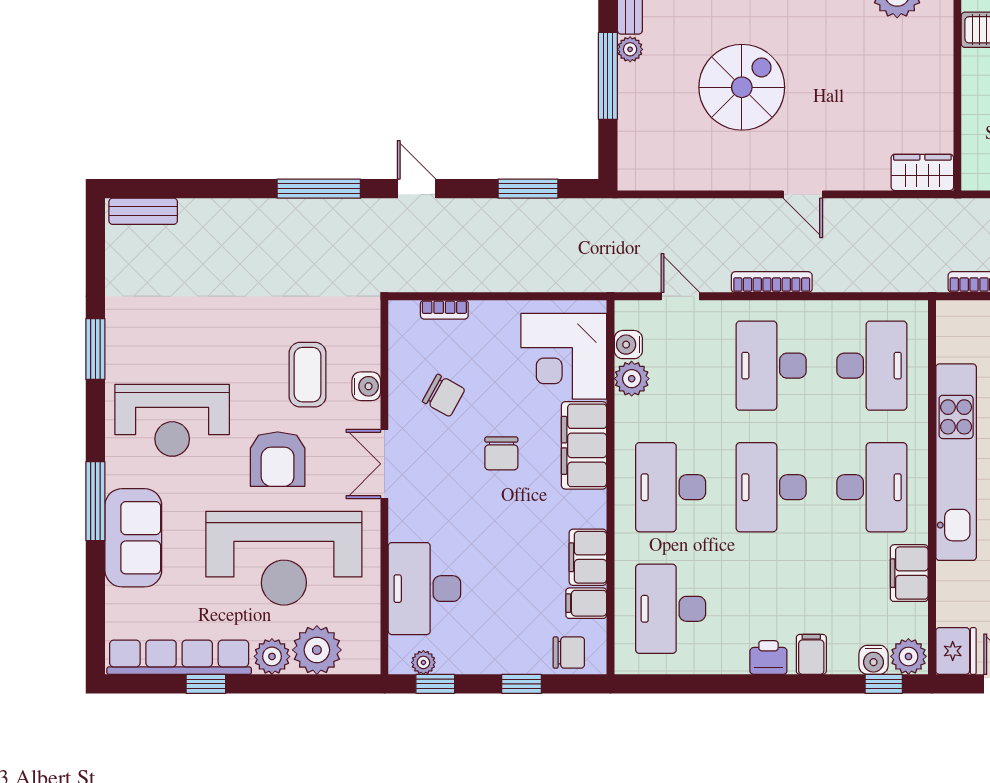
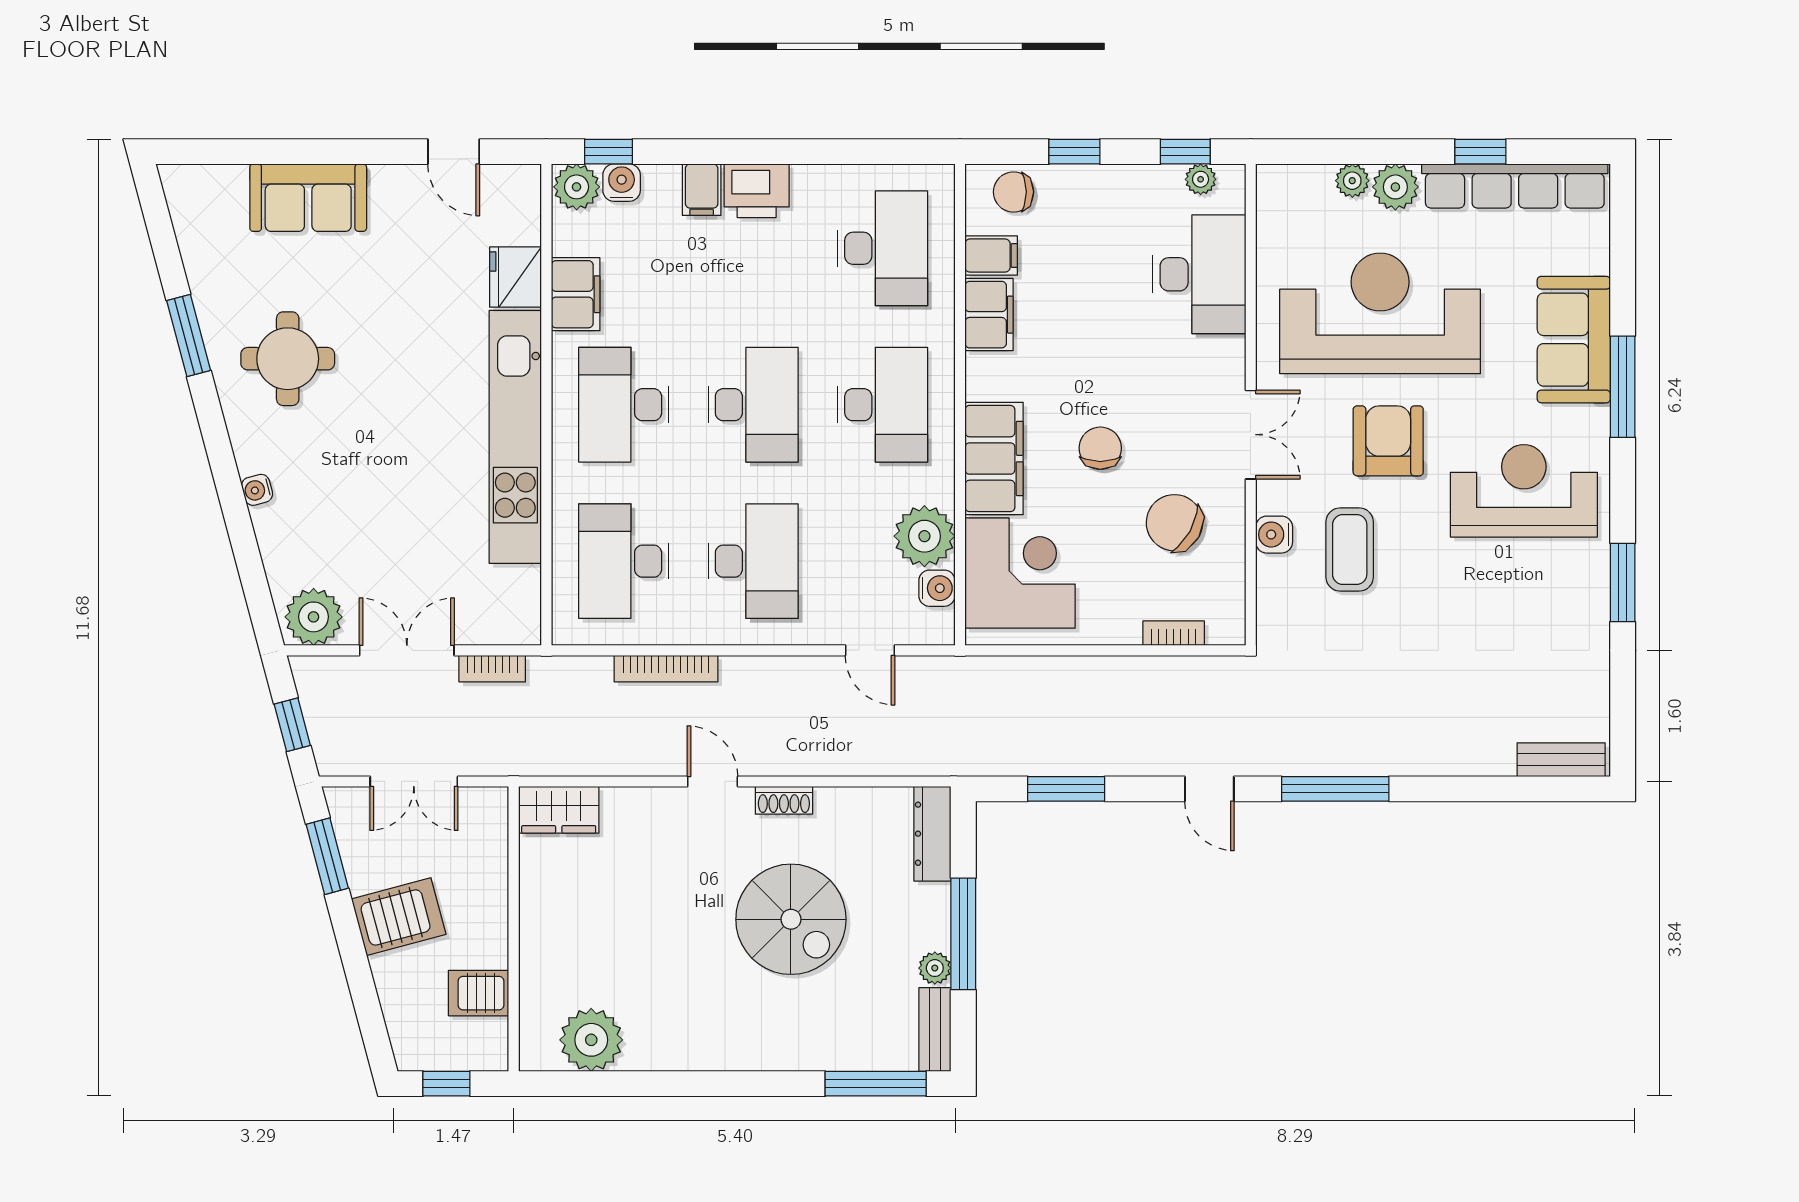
spiral stairs: (742, 87) -> (791, 919), turned -90
dresser: (632, 154) -> (932, 834), added
shoe rack: (747, 180) -> (784, 800), added
bookcase: (772, 282) -> (666, 669), moved
plant: (632, 379) -> (924, 536), width x1.36, depth x1.36
chair: (444, 395) -> (1174, 523), width x1.37, depth x1.37
plant: (317, 650) -> (1352, 181), width x0.53, depth x0.53
fridge: (956, 651) -> (516, 277), moved
printer: (768, 658) -> (757, 191), width x1.36, depth x1.24

